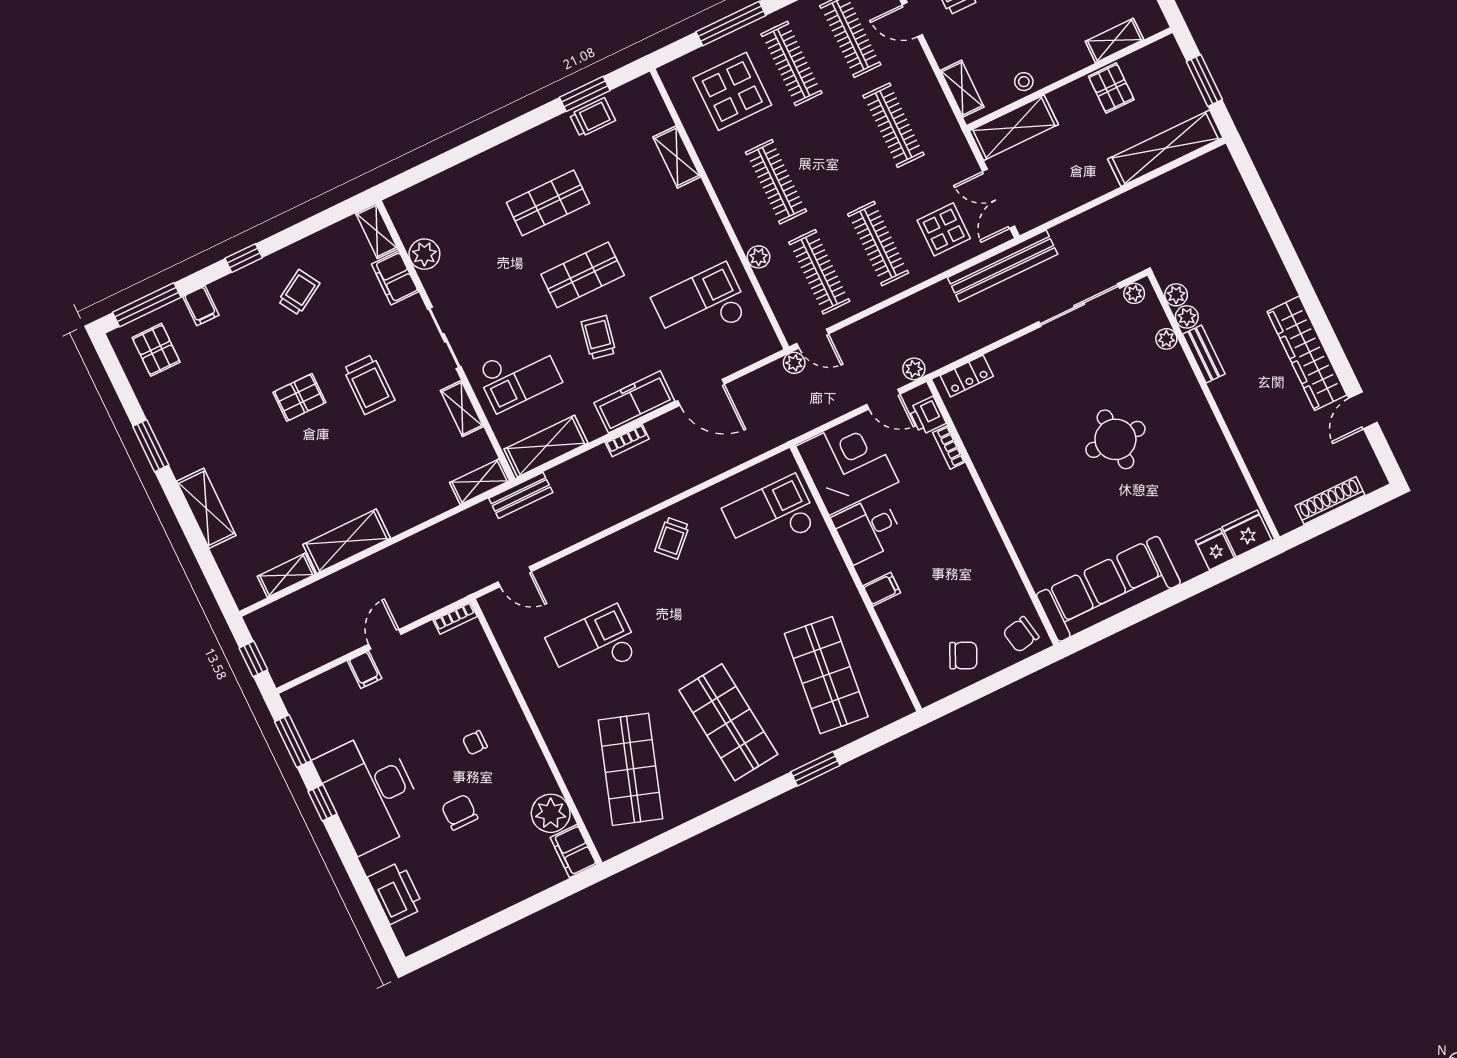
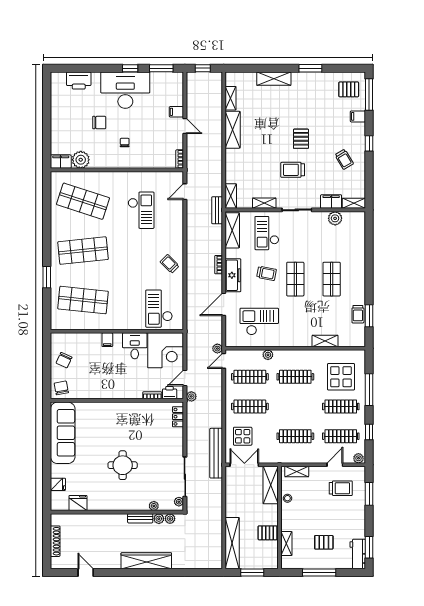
checkout: (701, 306) -> (259, 322), turned -90
wardrobe: (1307, 353) -> (146, 561), moved
checkout: (771, 516) -> (159, 309), turned 180
fridge: (1247, 533) -> (78, 503), moved, turned -90

